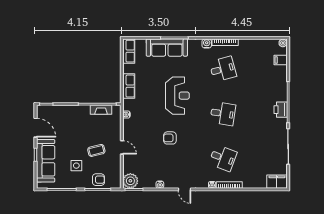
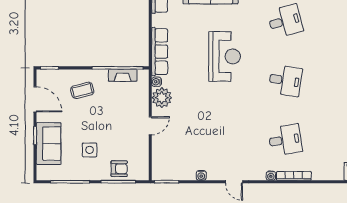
row of seats: (129, 86) -> (160, 52), width x1.48
armchair: (170, 138) -> (215, 113), removed
door: (122, 147) -> (150, 126), hinge flipped
coffee table: (96, 150) -> (82, 90), moved
desk: (223, 158) -> (285, 140), turned -30
sofa: (46, 161) -> (49, 144), width x0.73
plant: (130, 181) -> (162, 98), moved

